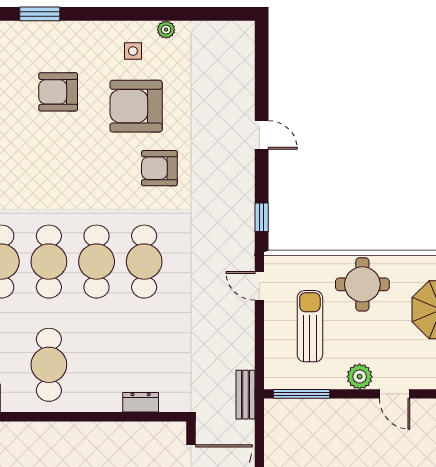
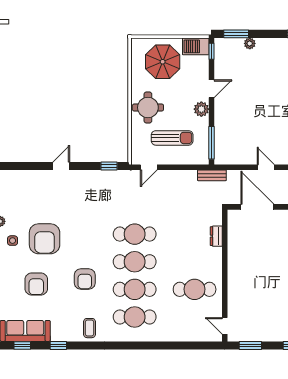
armchair: (159, 168) -> (85, 279), moved
sun lounger: (310, 326) -> (172, 138), turned 180

